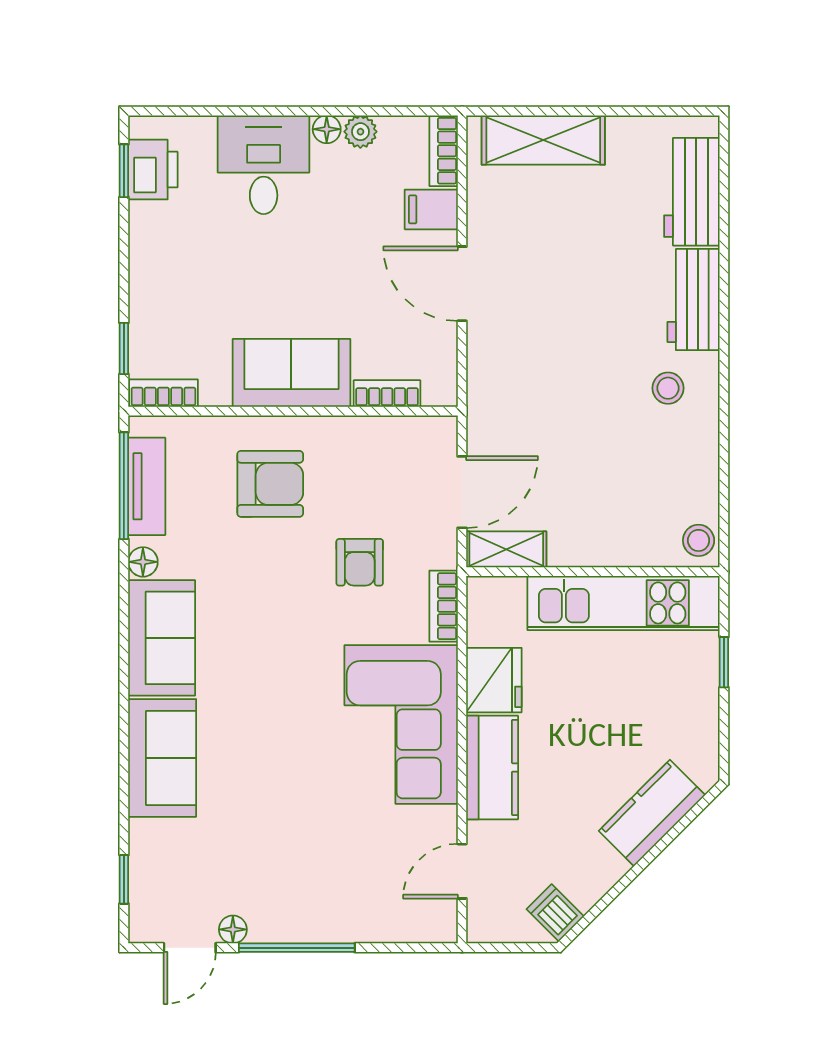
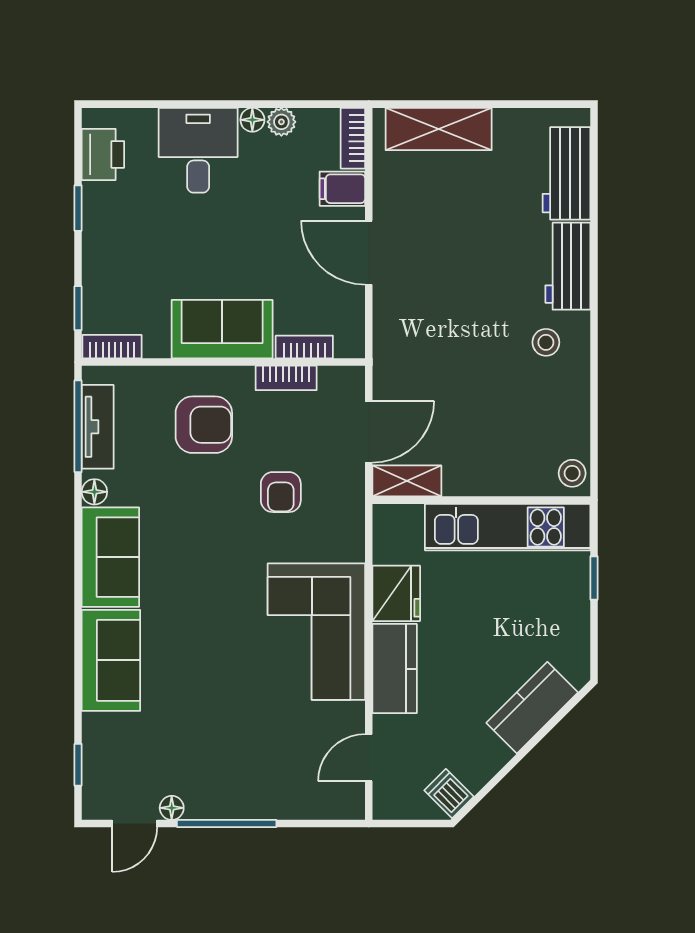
window: (124, 171) -> (78, 208), moved
bookcase: (444, 606) -> (286, 378), moved, turned -90

